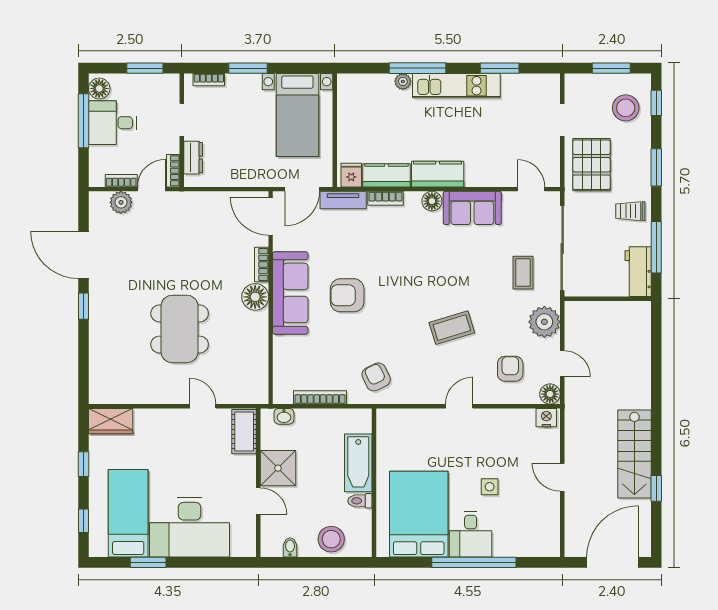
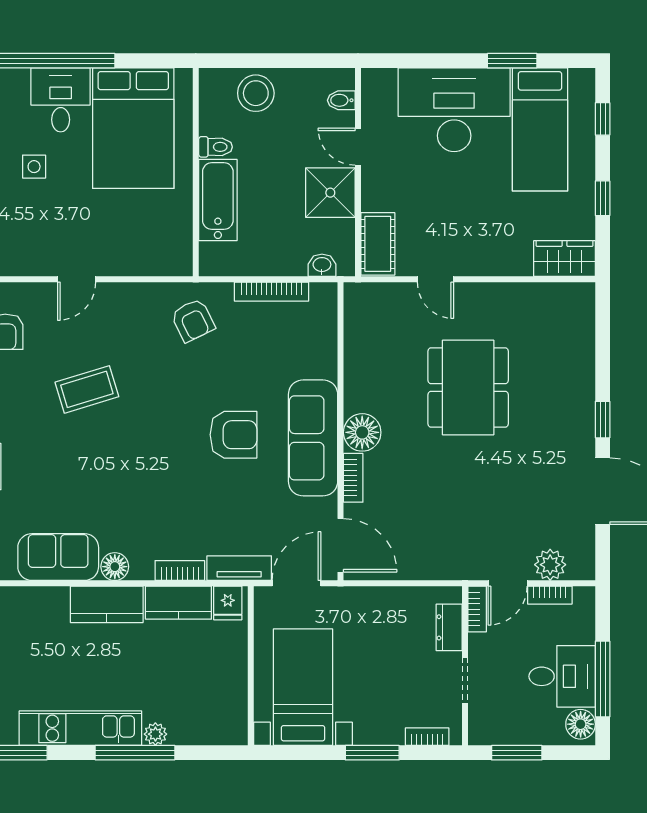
bidet: (290, 547) -> (341, 100), moved, turned 90

